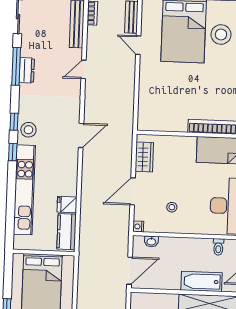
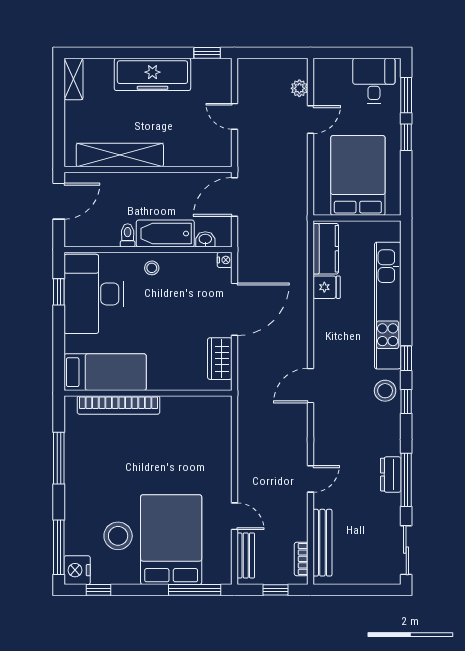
door: (133, 191) -> (235, 309), width x1.36
stool: (172, 207) -> (152, 268), moved
toilet: (218, 247) -> (128, 235), moved
bathtub: (202, 281) -> (165, 234), moved, turned 180

